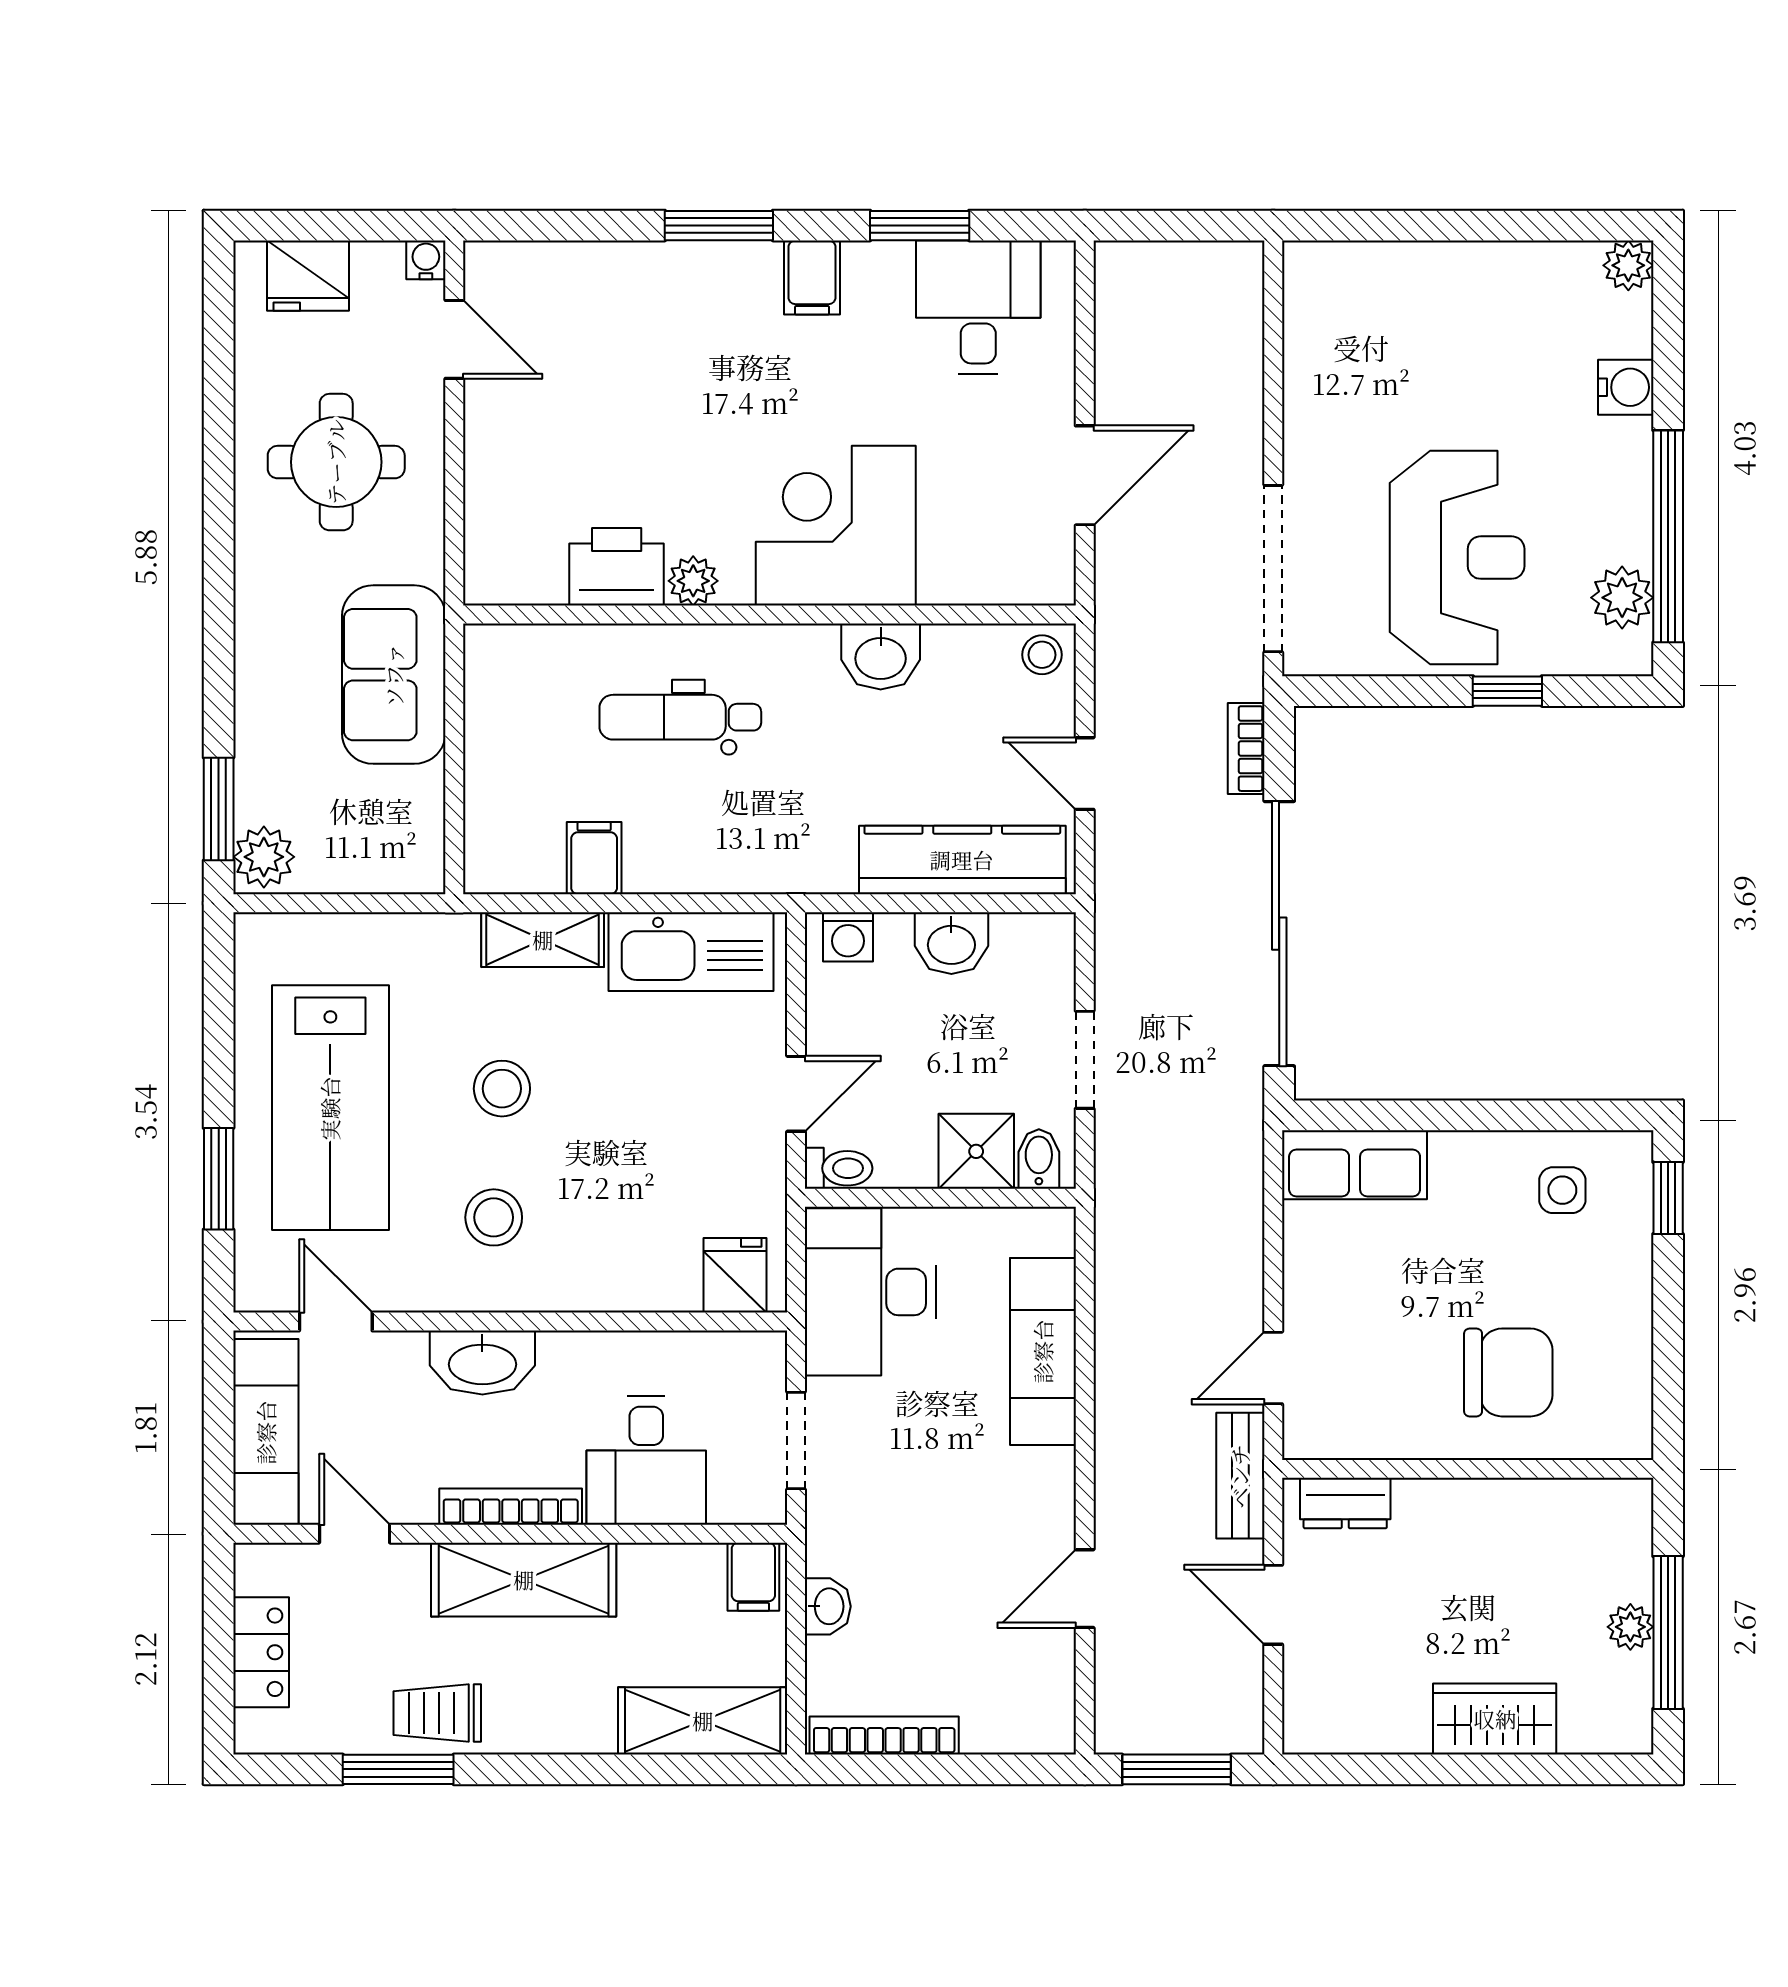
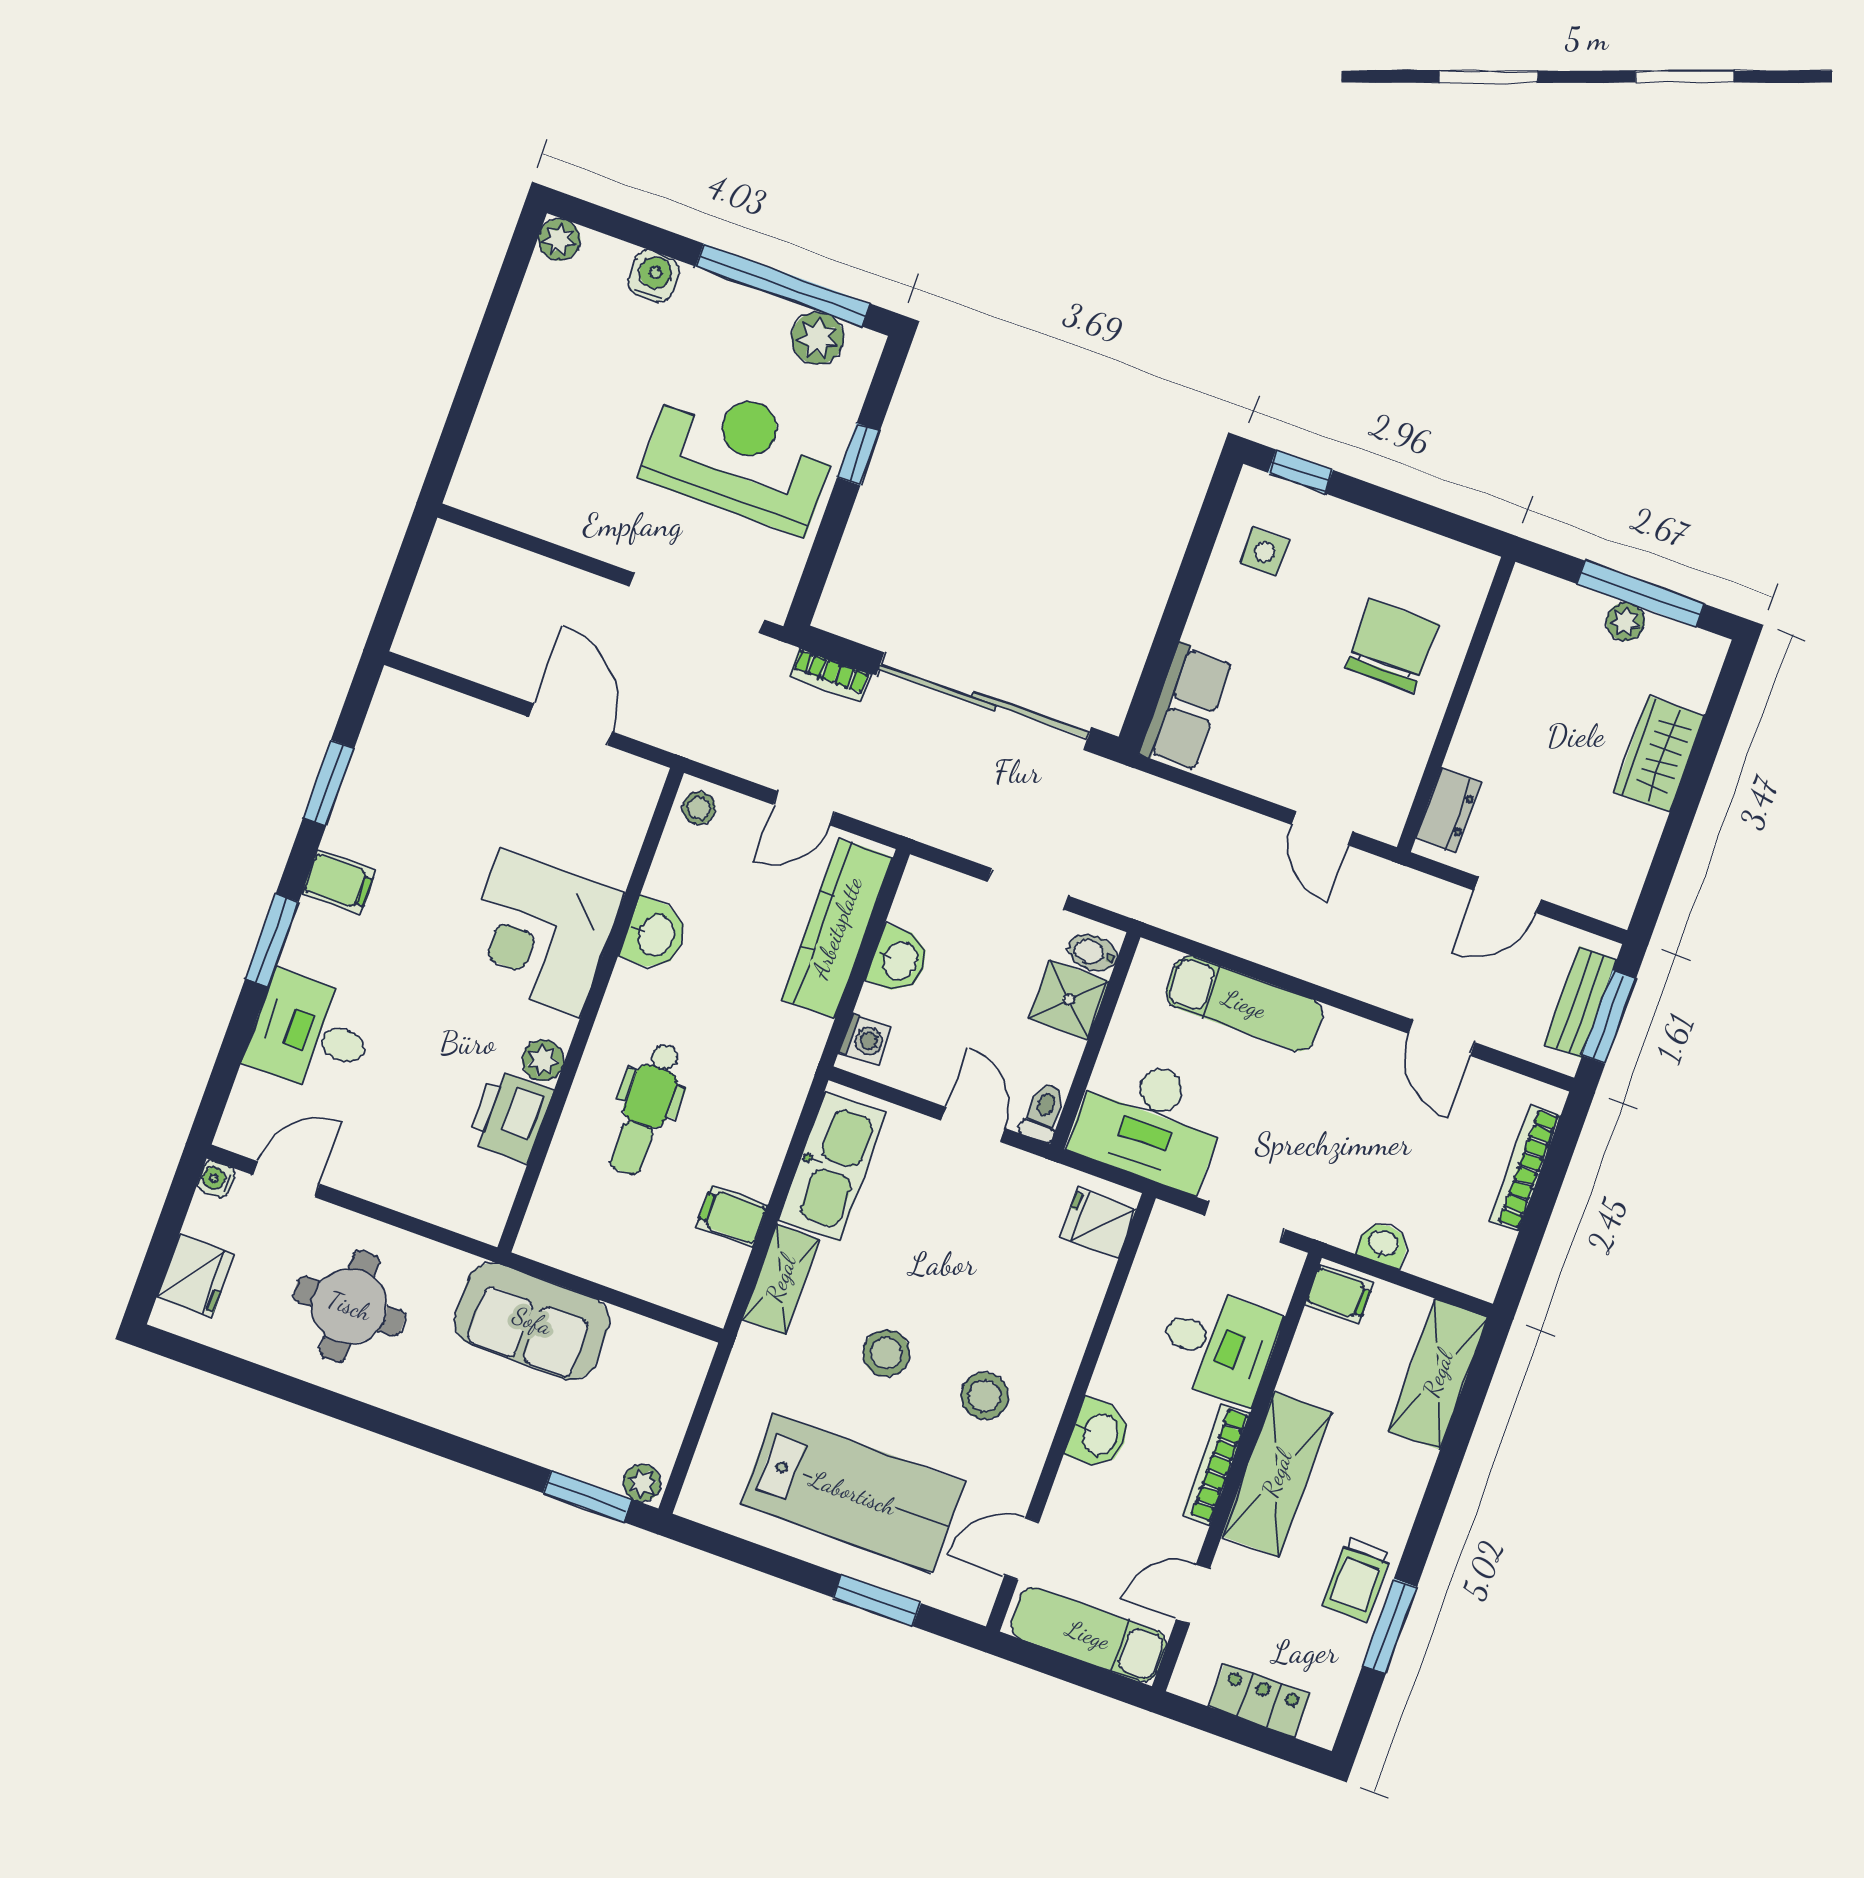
desk: (978, 307) -> (311, 1034), moved
plant: (264, 857) -> (642, 1483), width x0.73, depth x0.73
washbasin: (482, 1362) -> (1099, 1434), width x0.72
bench: (1240, 1476) -> (1580, 1002), moved, turned 90
bookcase: (884, 1736) -> (1525, 1168), moved

